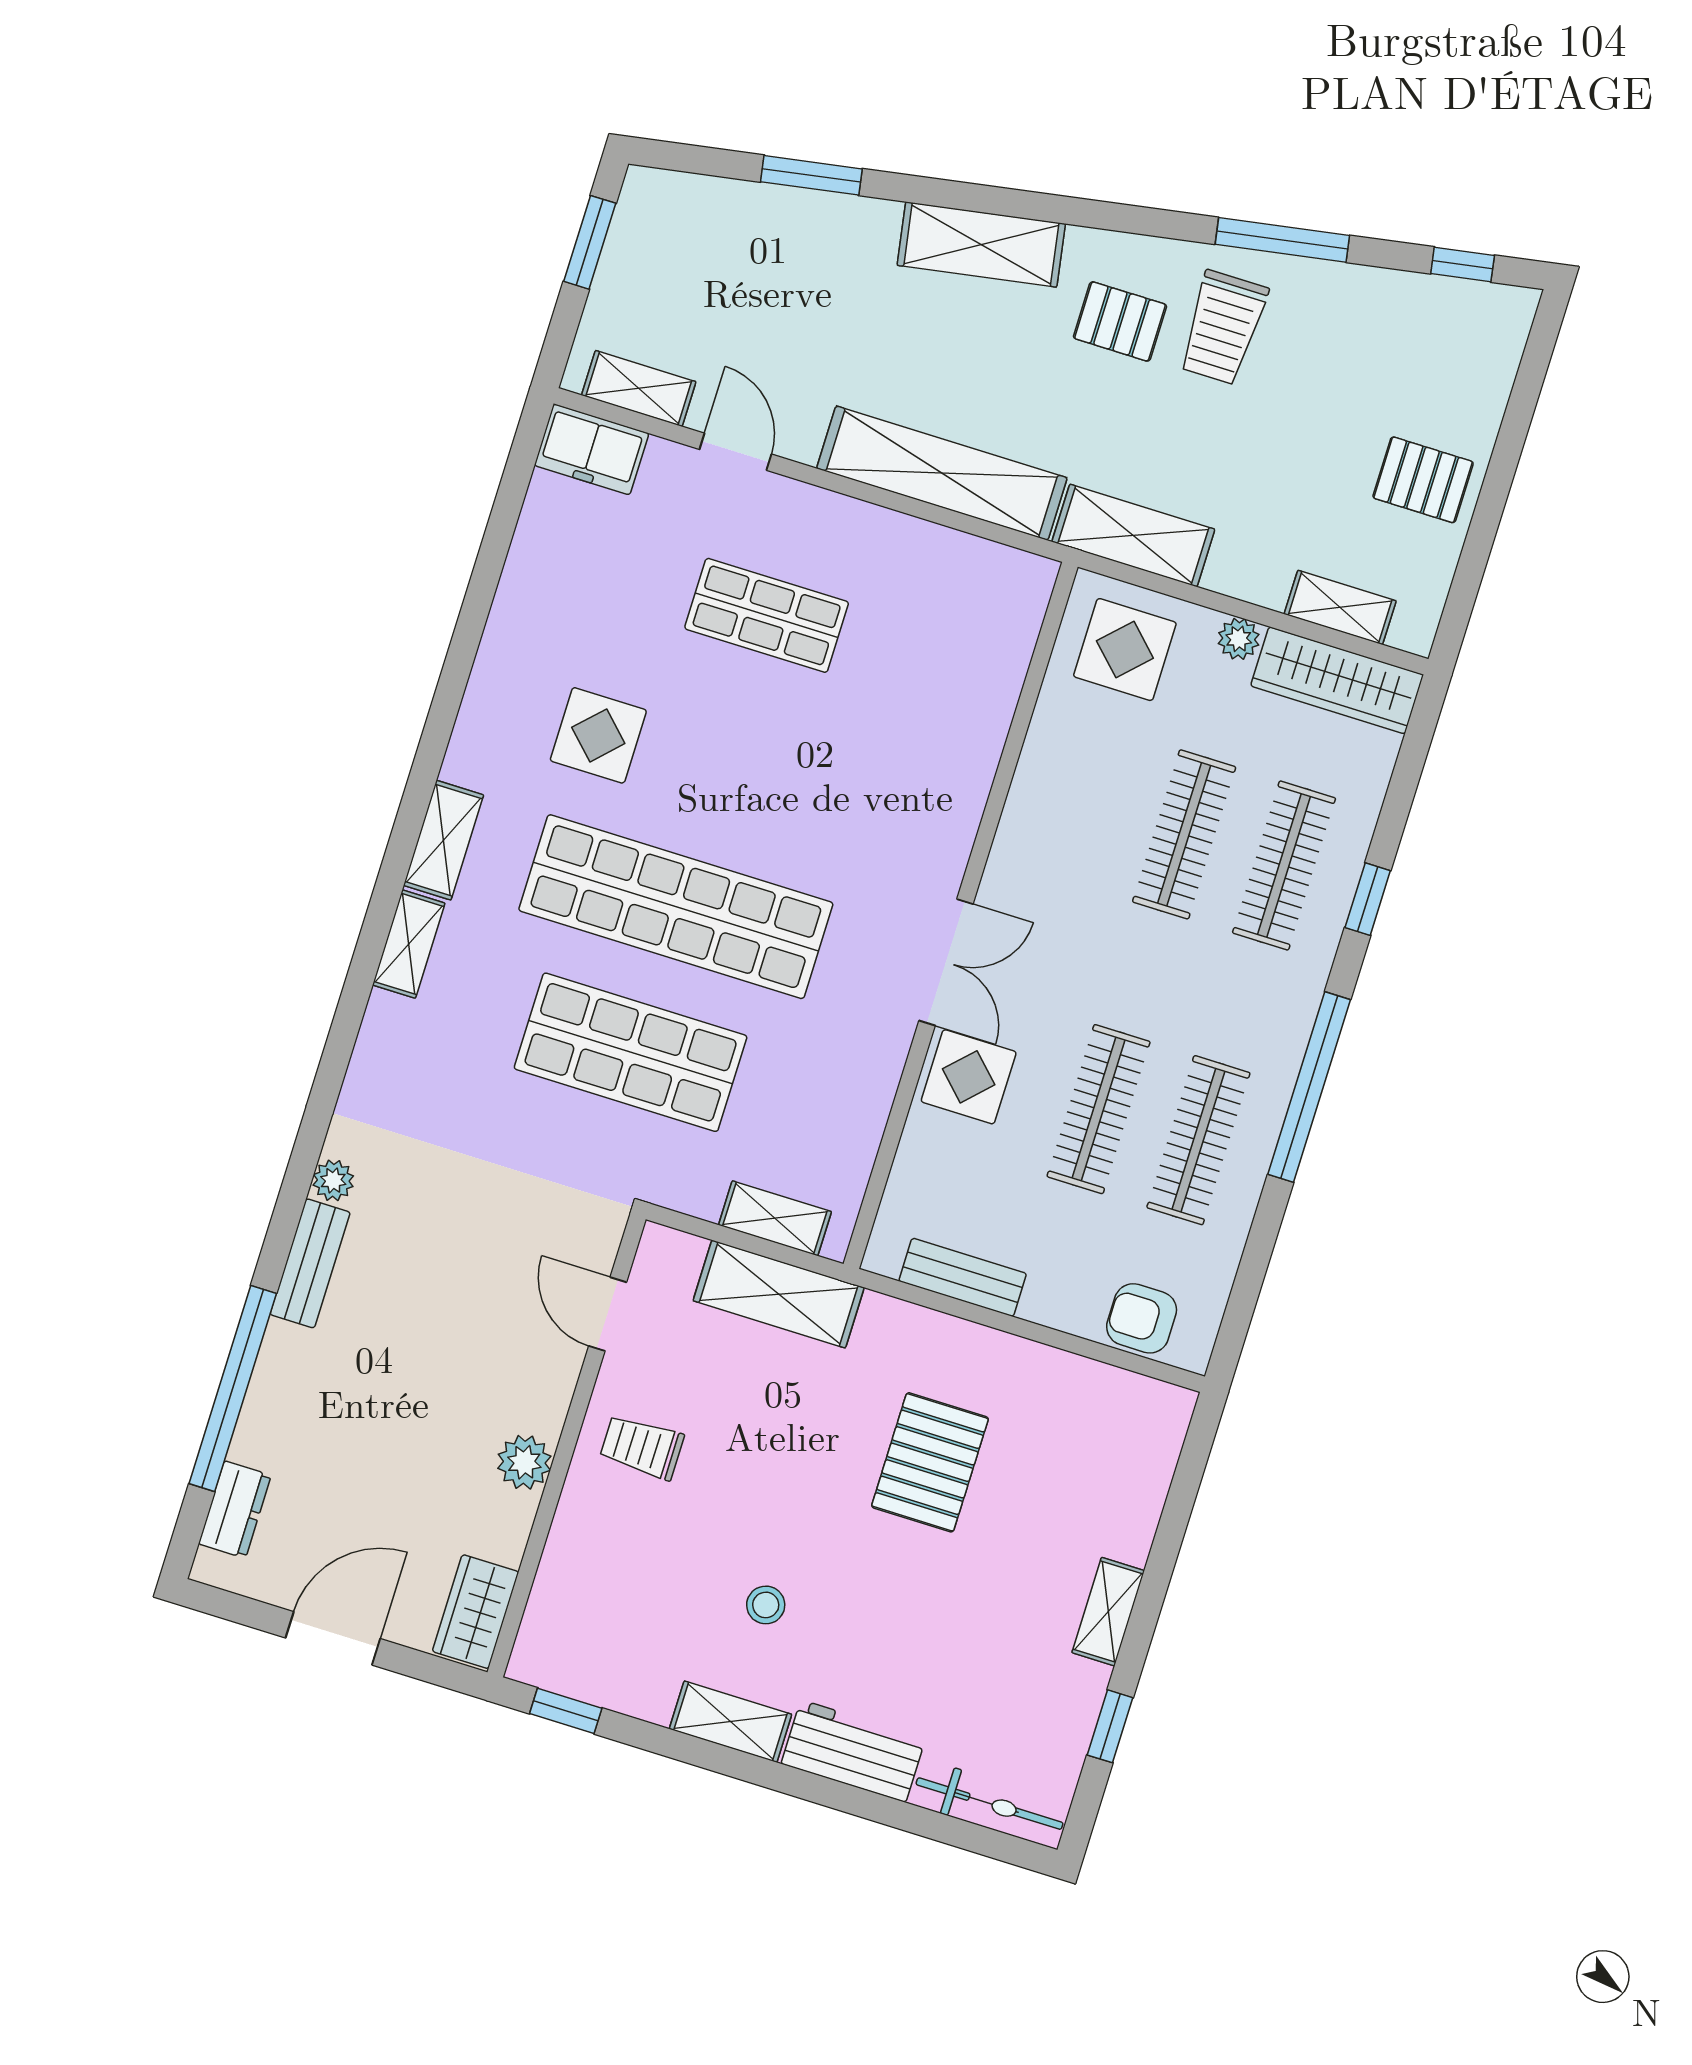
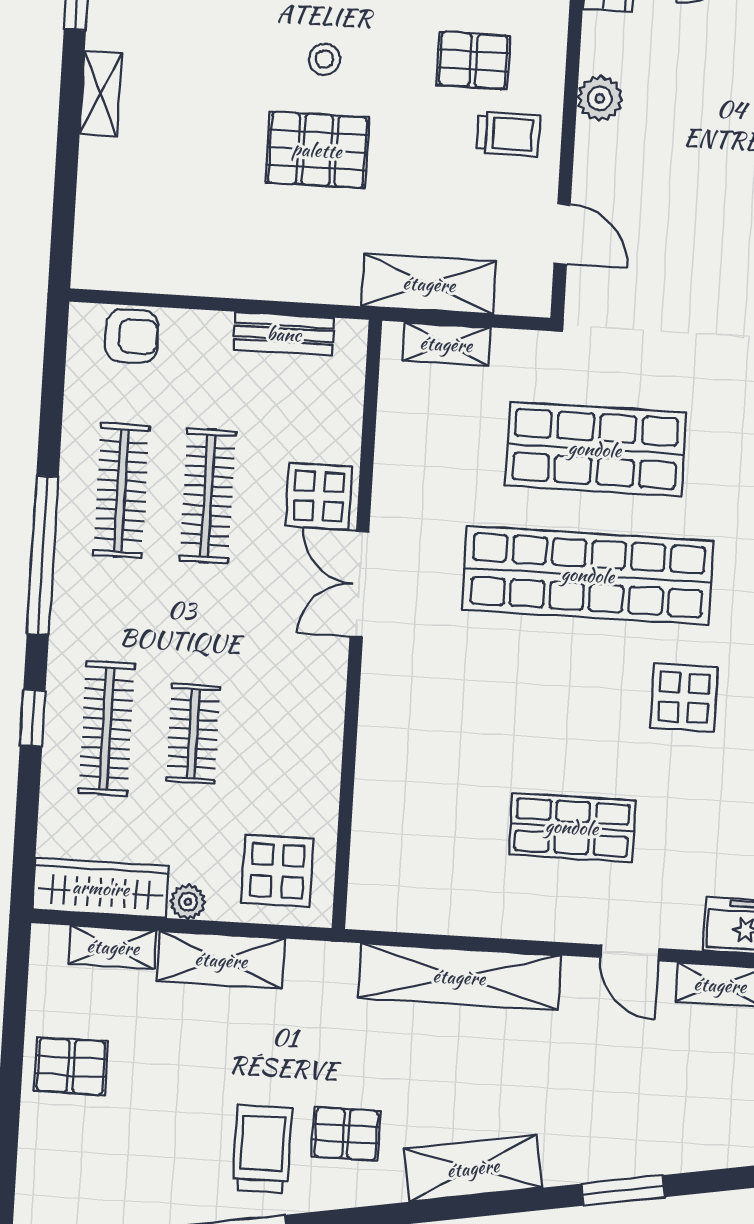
shelving: (1133, 535) -> (221, 960), moved
clothes rail: (1184, 834) -> (193, 734), width x0.73
pallet: (930, 1462) -> (317, 150), moved, turned 90
pallet: (662, 1543) -> (473, 60), added
stool: (766, 1605) -> (324, 59), moved

